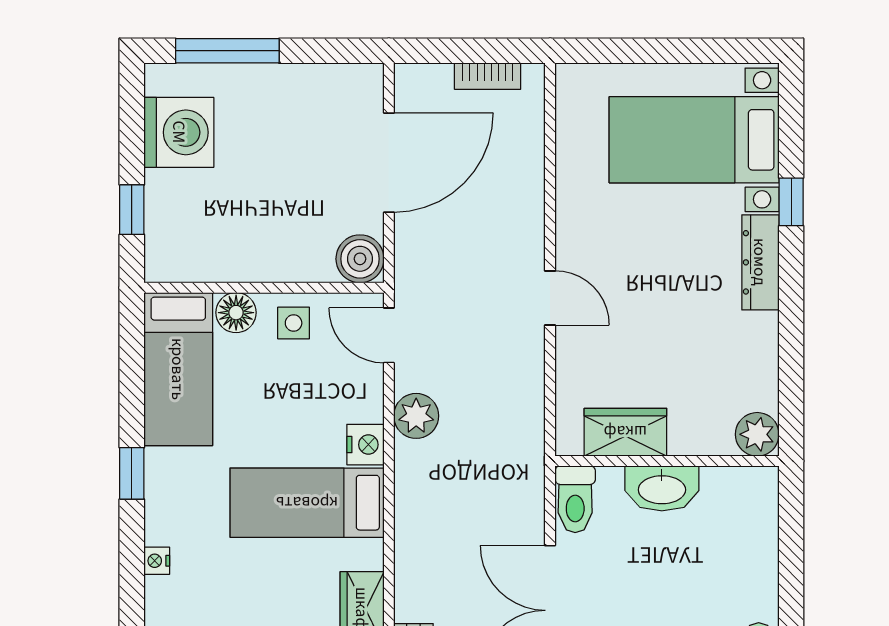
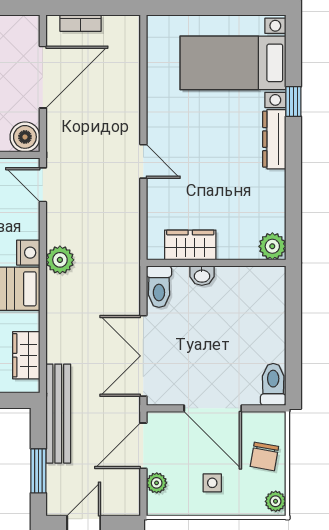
bookcase: (488, 76) -> (81, 23), moved
plant: (416, 416) -> (60, 260), moved
washbasin: (662, 488) -> (202, 276), width x0.52, depth x0.69

